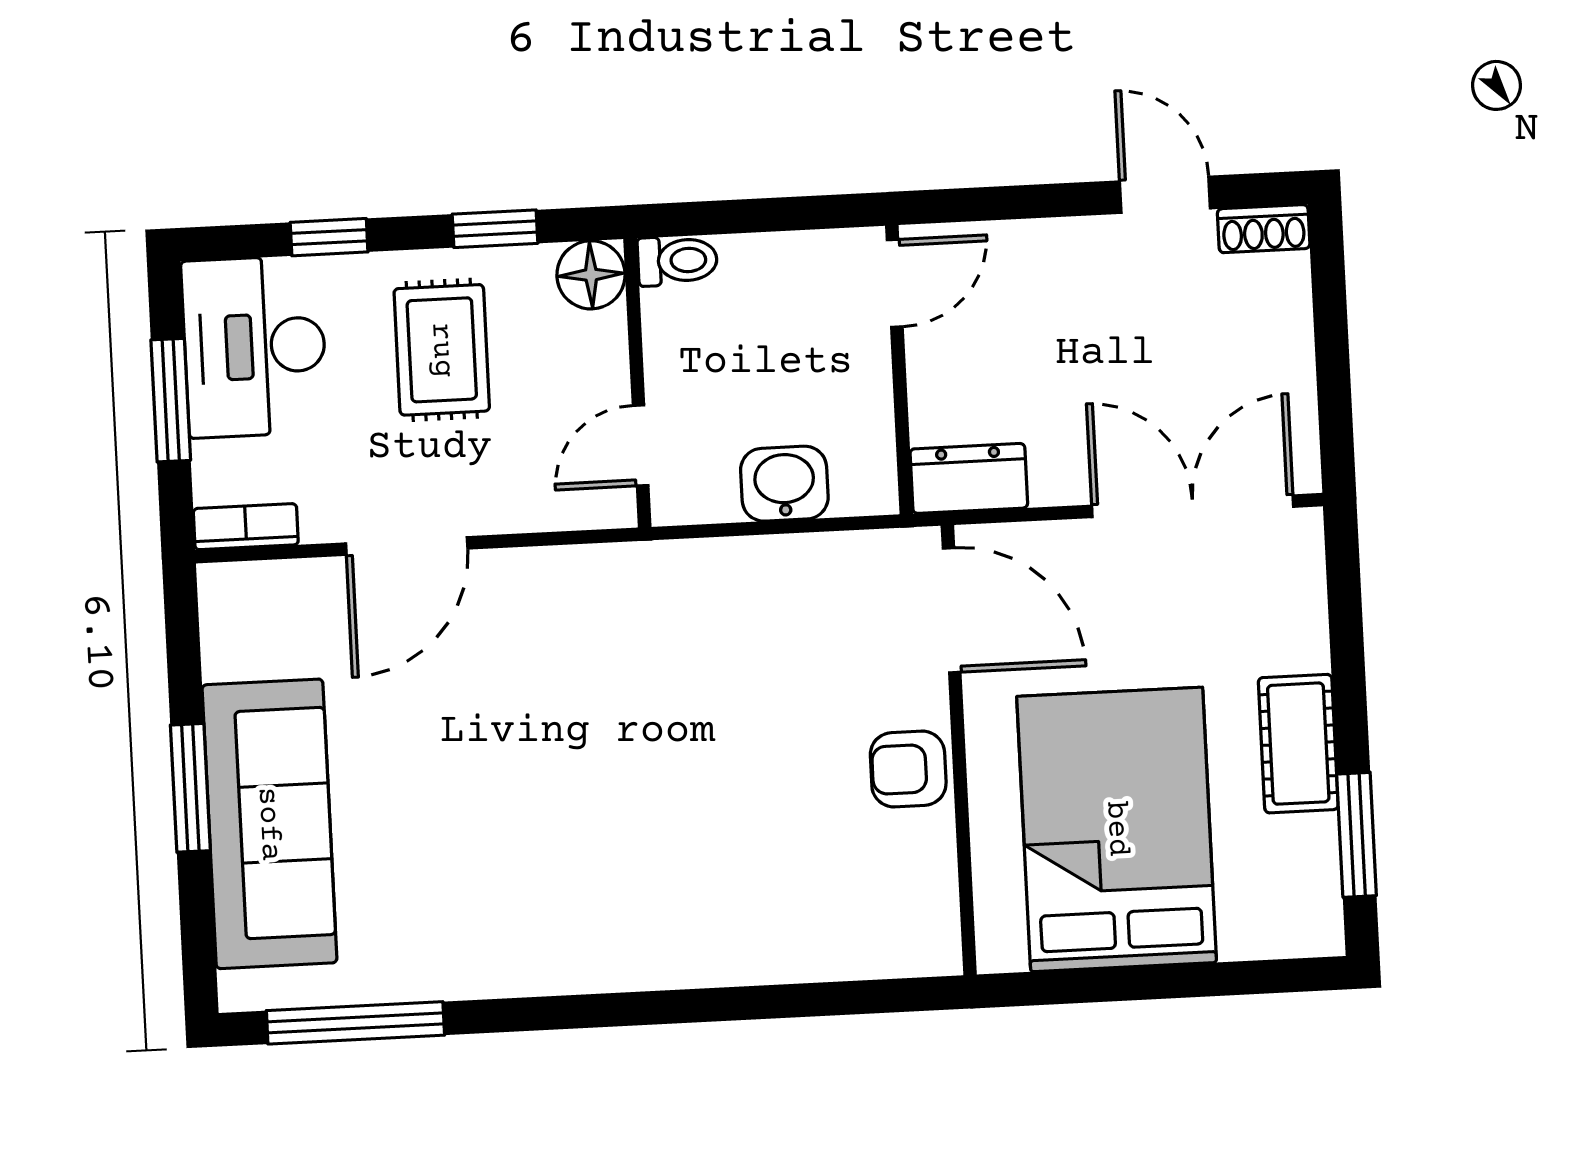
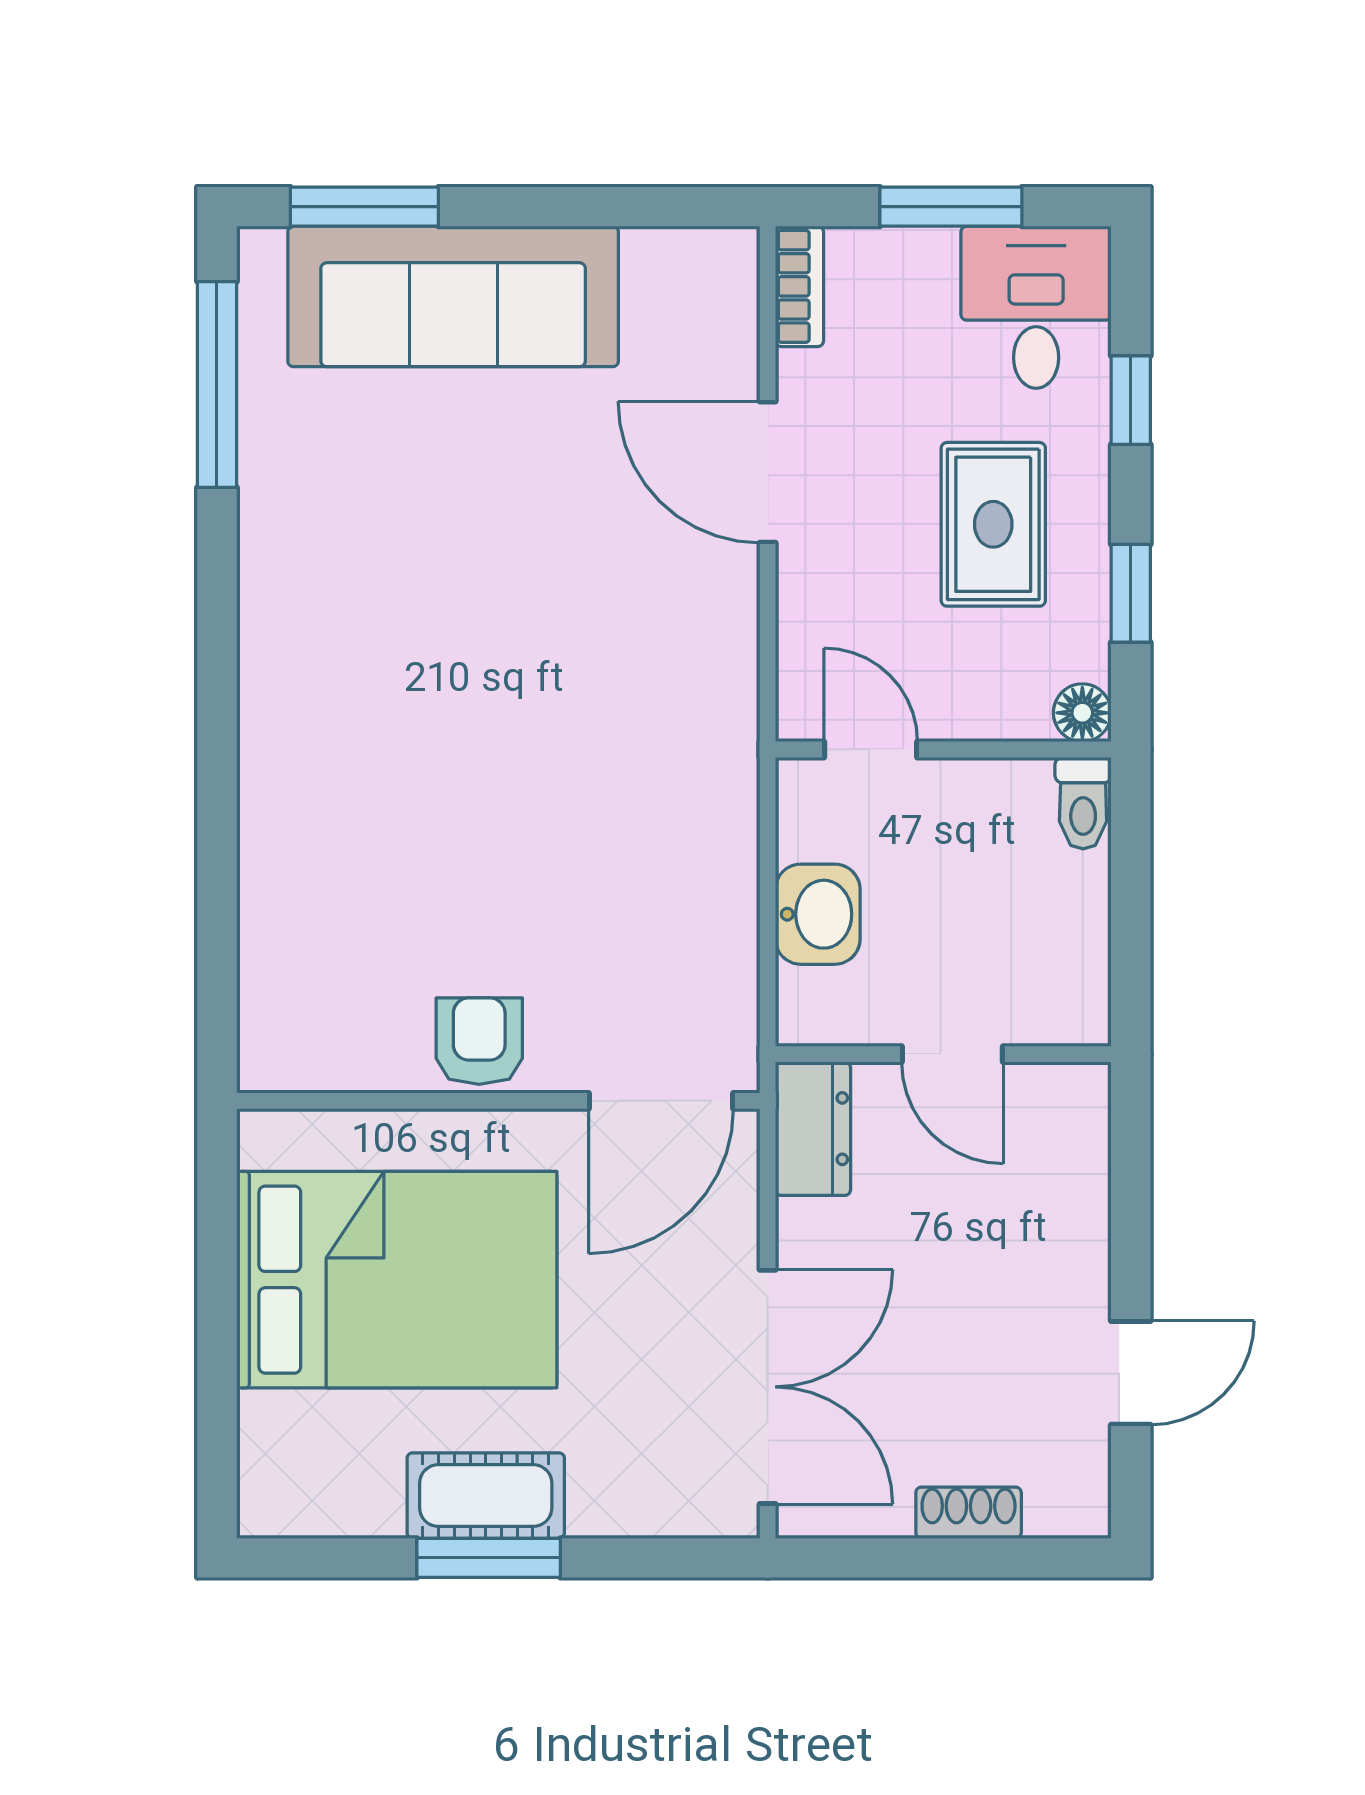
shoe rack: (1264, 229) -> (969, 1513), moved, turned 90
floor lamp: (591, 275) -> (1082, 713), width x0.73, depth x0.73
door: (895, 283) -> (952, 1054), moved
desk: (255, 347) -> (1036, 307), width x0.73
rug: (442, 350) -> (993, 524), turned 90
window: (190, 788) -> (364, 207), moved
window: (1357, 835) -> (489, 1558), moved

